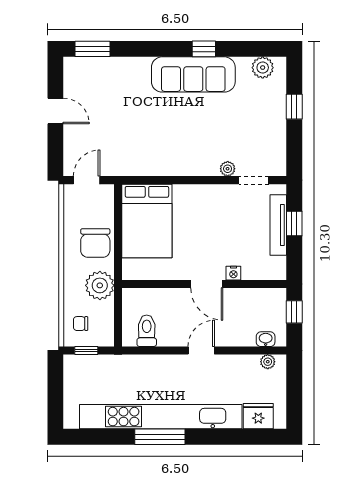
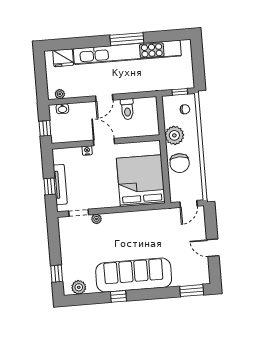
sofa: (193, 74) -> (134, 275), width x1.36, depth x1.27
window: (294, 107) -> (57, 274), moved
bed: (147, 221) -> (141, 181), width x1.36
chair: (95, 243) -> (180, 163), turned 180
toilet: (147, 331) -> (127, 109), moved

